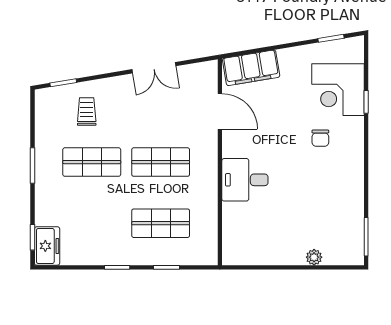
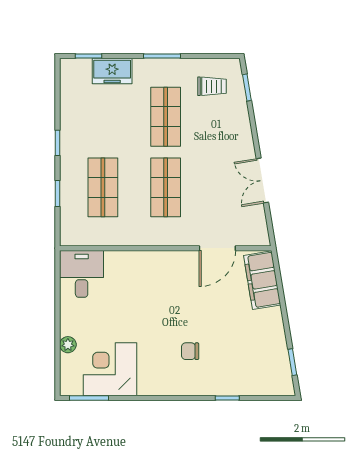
corner desk: (338, 90) -> (110, 369), moved
trolley: (87, 112) -> (212, 86), moved
desk: (245, 180) -> (82, 274), moved
freezer: (47, 246) -> (112, 71), moved

